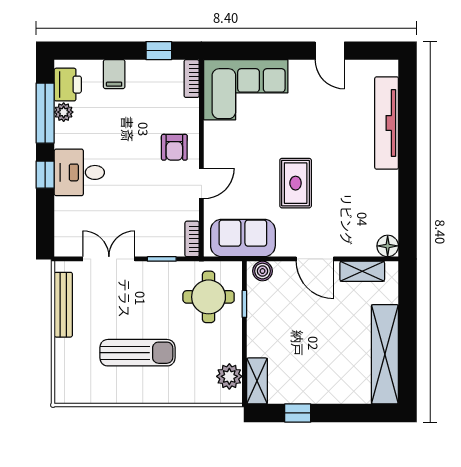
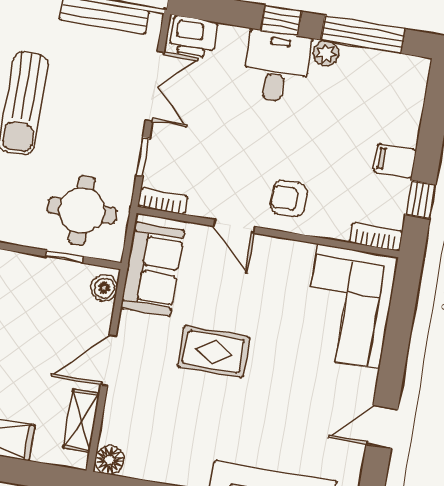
filing cabinet: (114, 74) -> (395, 161), moved
printer: (68, 85) -> (193, 37), moved
plant: (64, 112) -> (326, 53), moved

